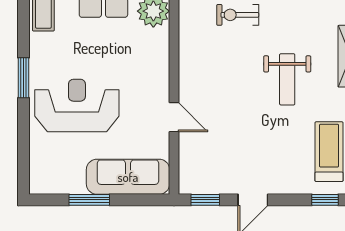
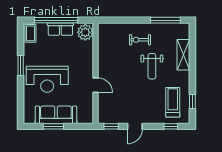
exercise bike: (238, 15) -> (140, 40), moved
reception desk: (77, 106) -> (47, 79), turned 180
sofa: (128, 177) -> (56, 115), moved

